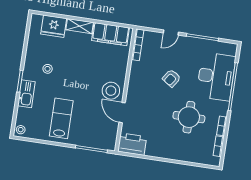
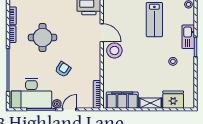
plant: (184, 41) -> (57, 104), added
desk: (216, 76) -> (31, 93), moved, turned -90

